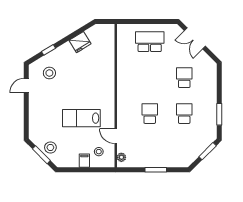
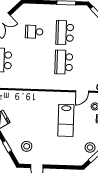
school desk: (150, 114) -> (64, 62), width x1.85
school desk: (184, 114) -> (65, 33), width x1.85

